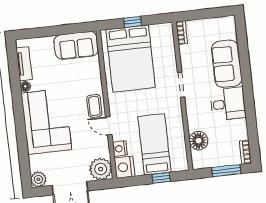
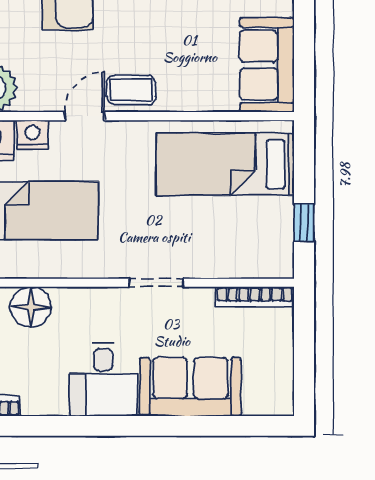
window: (133, 22) -> (304, 223), moved
bookcase: (182, 33) -> (255, 297), width x1.56
bed: (131, 59) -> (225, 164), width x0.67

